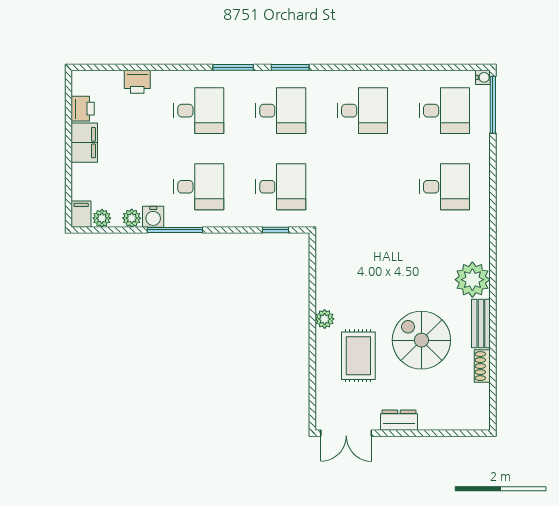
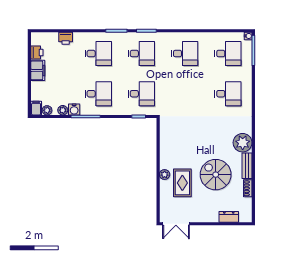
plant: (325, 319) -> (165, 175), moved
dresser: (399, 420) -> (229, 217), moved

